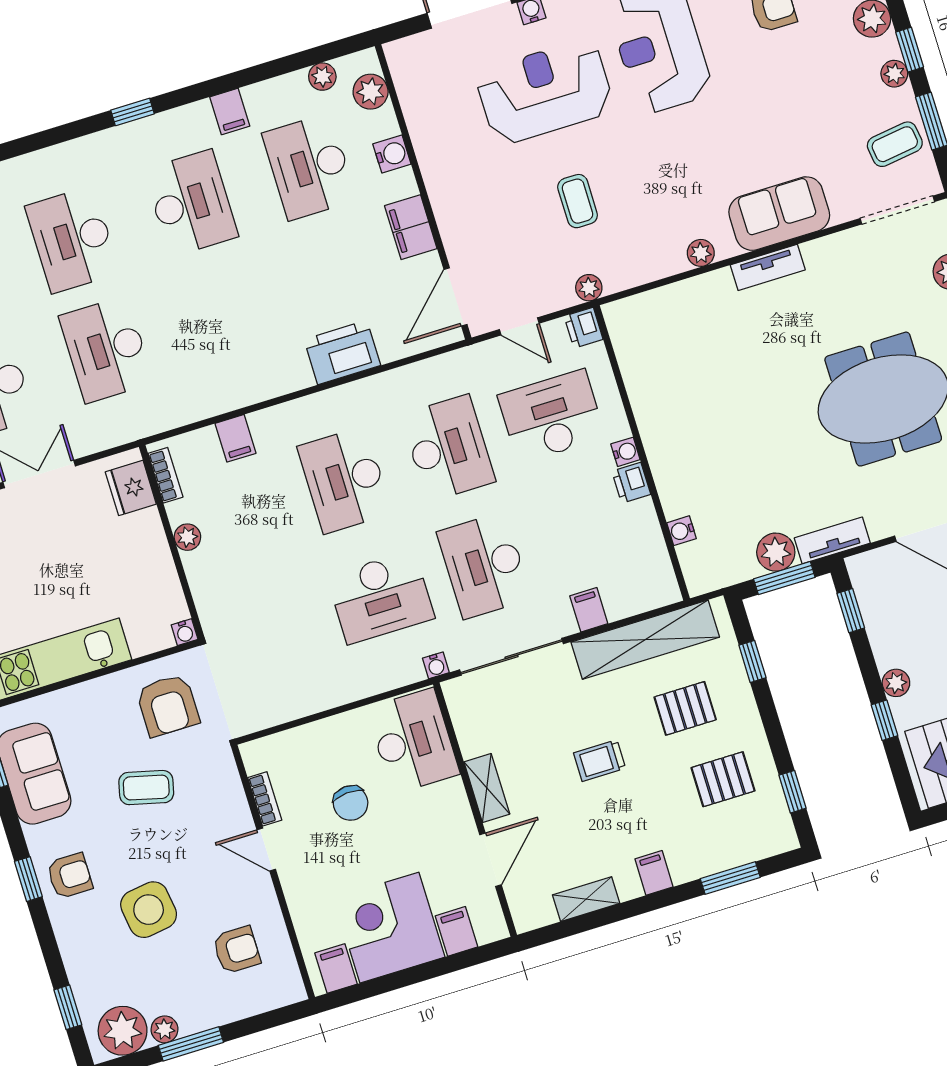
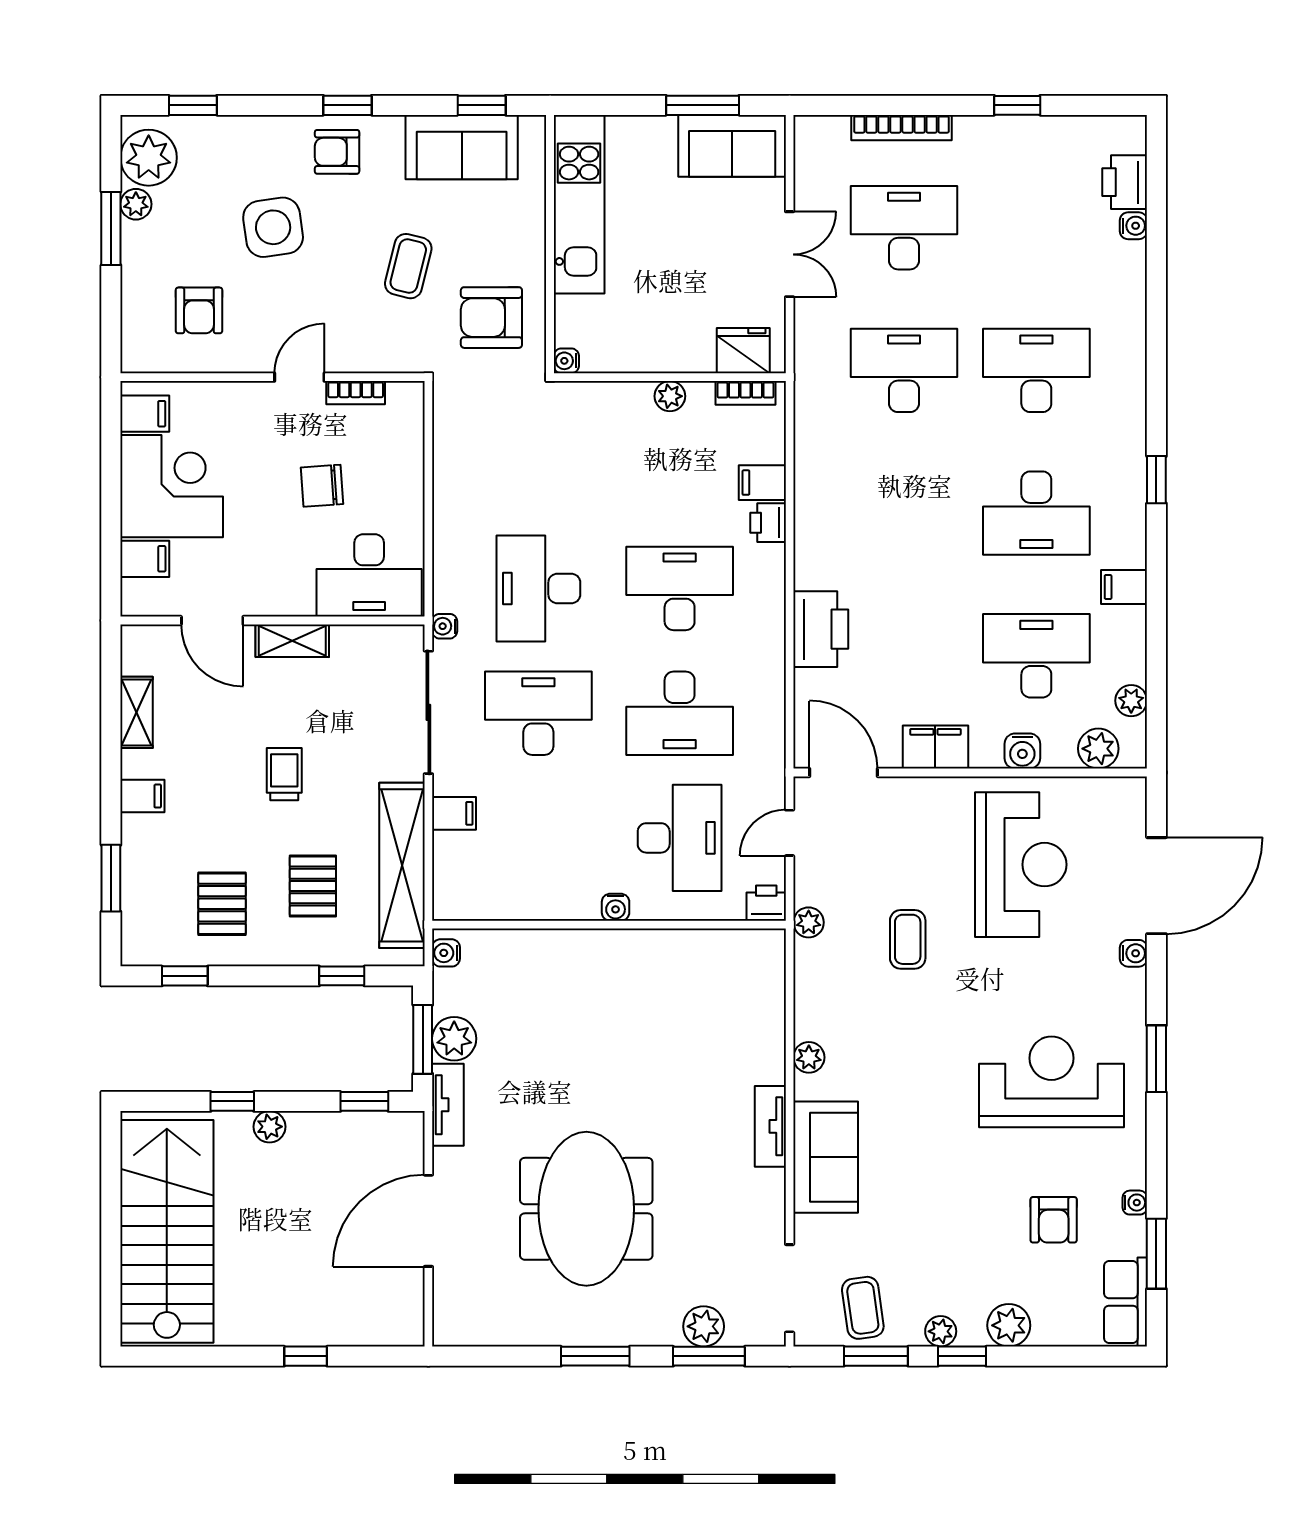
reception desk: (545, 92) -> (1021, 865), moved
coffee table: (578, 201) -> (908, 939), turned 90
printer: (631, 483) -> (768, 523), moved, turned -90
water cooler: (682, 531) -> (446, 953), moved, turned -90
armchair: (70, 876) -> (337, 152), turned 90

